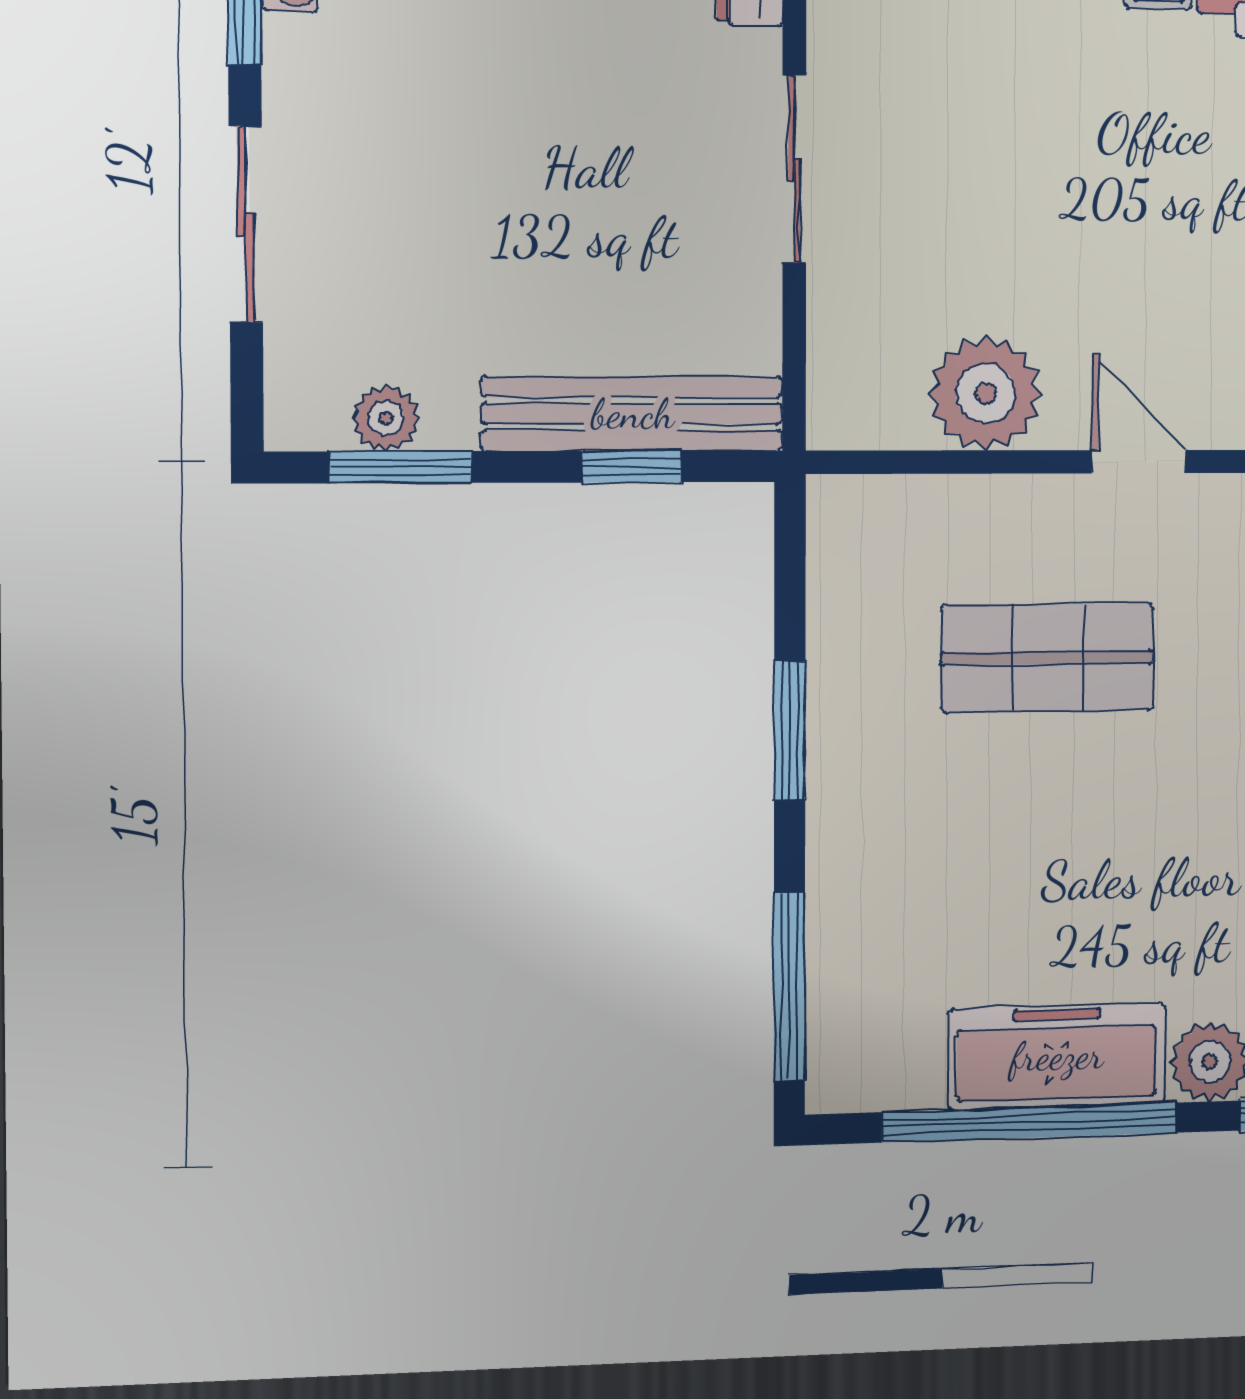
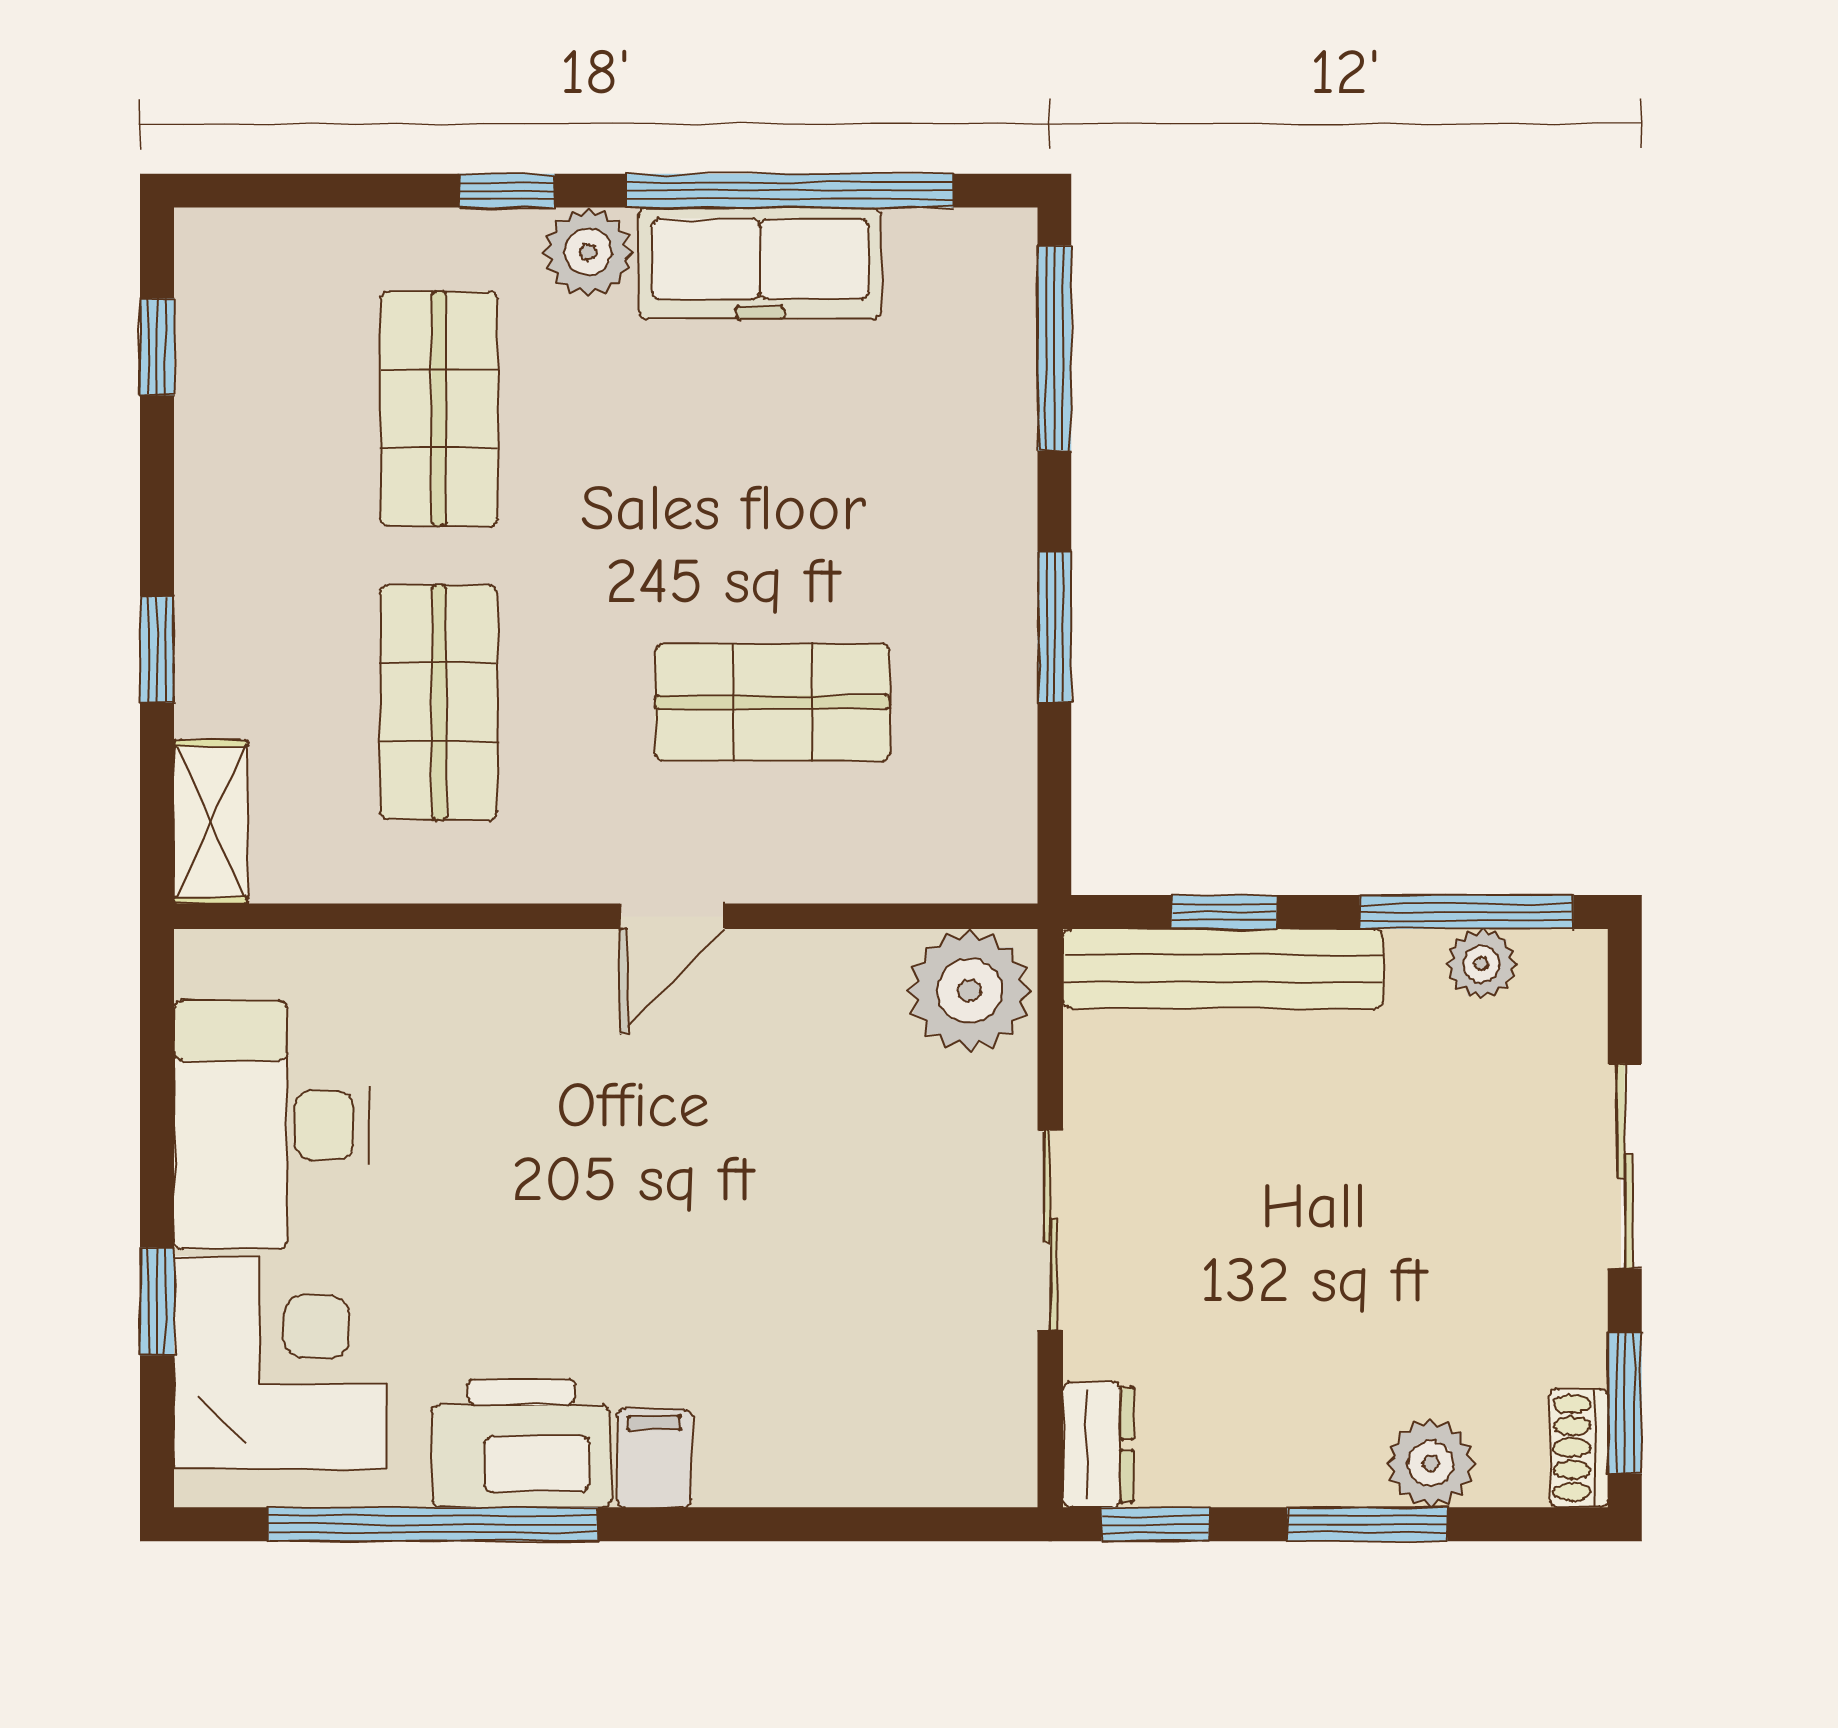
plant: (986, 393) -> (969, 991), moved
door: (1139, 462) -> (672, 916), hinge flipped
window: (401, 467) -> (1466, 912), width x1.44

